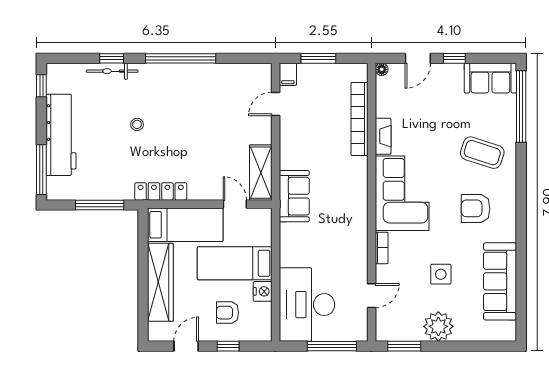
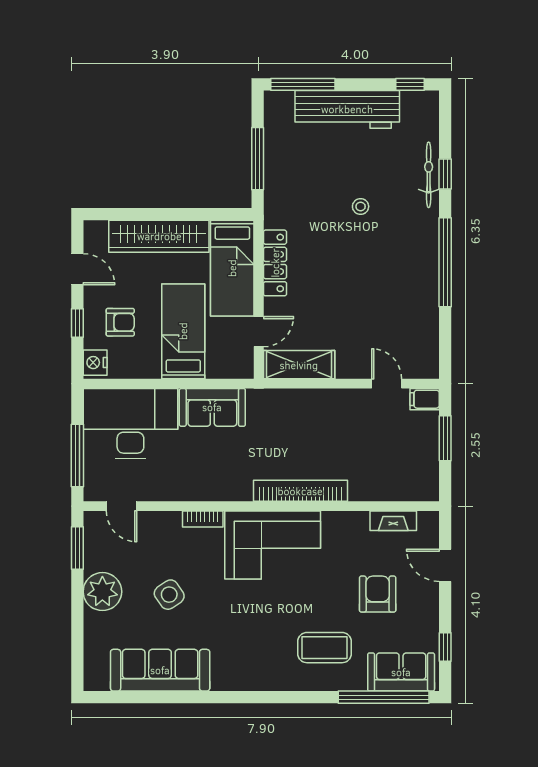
window: (454, 58) -> (445, 647), moved
floor lamp: (382, 69) -> (431, 519), removed
sofa: (490, 78) -> (401, 672), moved, turned 90
bookcase: (359, 119) -> (300, 491), moved
fireplace: (383, 136) -> (393, 521), moved
coffee table: (482, 153) -> (325, 648), turned 72
locker: (161, 191) -> (275, 263), moved
sofa: (294, 196) -> (212, 407), moved
armchair: (476, 208) -> (378, 594), moved
side table: (441, 274) -> (169, 595), turned -34
nightstand: (263, 291) -> (95, 363), moved, turned 90
door: (372, 296) -> (122, 506), moved
armchair: (228, 313) -> (120, 322), turned 90

